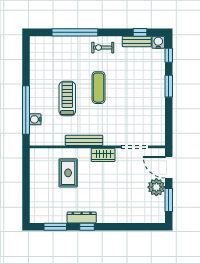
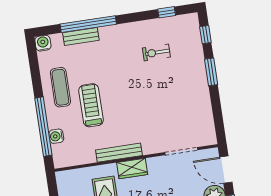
bench: (137, 42) -> (81, 37), moved
water cooler: (158, 42) -> (43, 43), moved
exercise bike: (103, 48) -> (156, 53), moved
exercise mat: (99, 88) -> (60, 87), moved
wardrobe: (103, 155) -> (132, 169), moved

